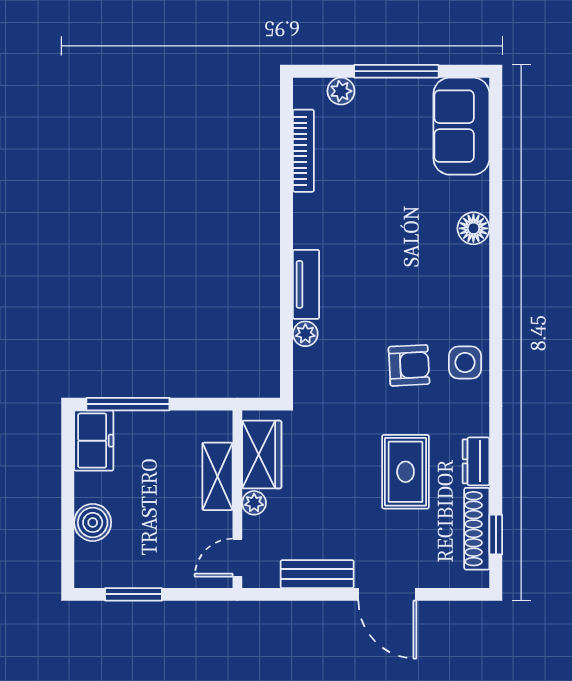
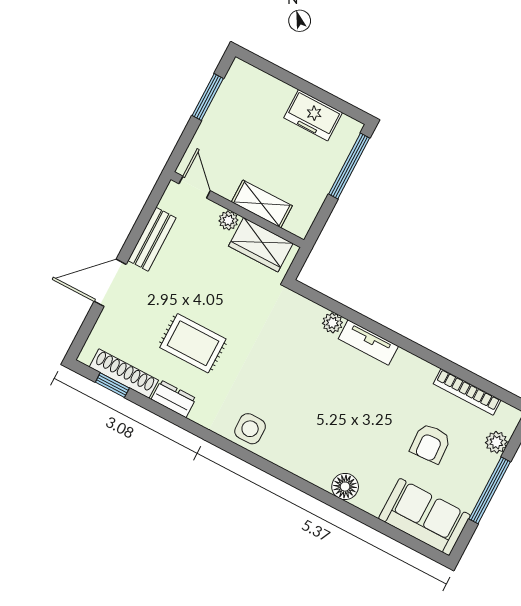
armchair: (409, 365) -> (430, 443), moved
freezer: (94, 441) -> (313, 115), moved
boiler: (93, 522) -> (276, 95), removed

